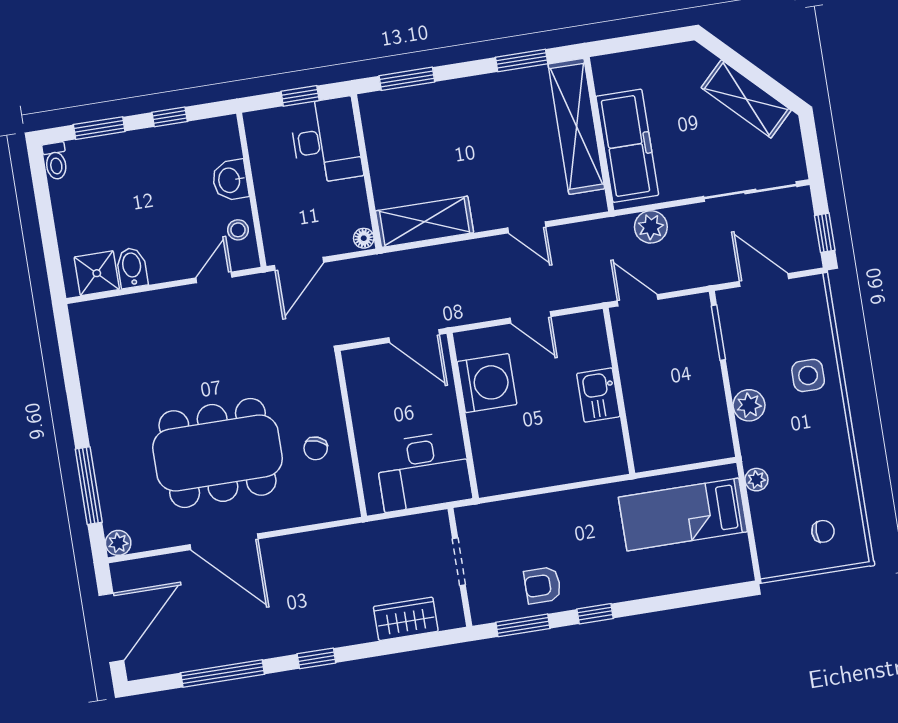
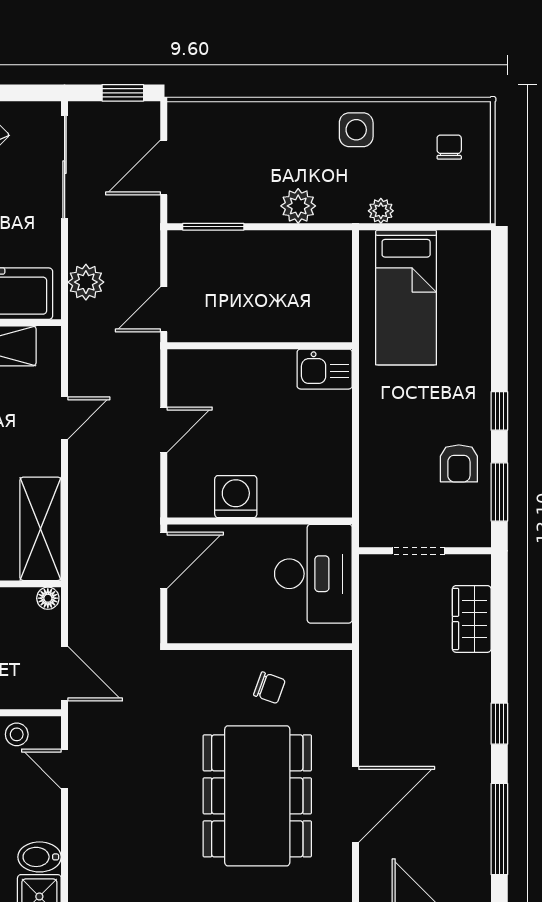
side table: (808, 375) -> (356, 130), moved
washing machine: (487, 383) -> (236, 497), width x0.73, depth x0.73
kitchen sink: (598, 395) -> (325, 369), moved

